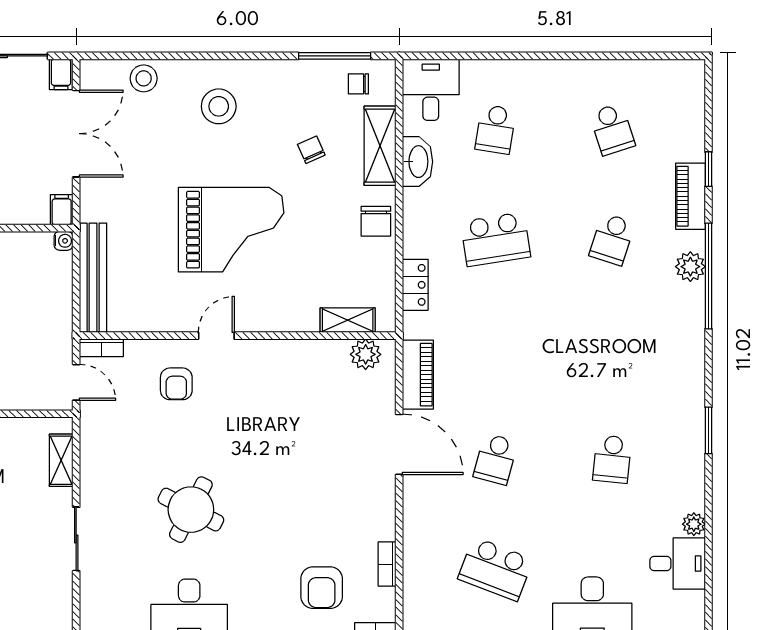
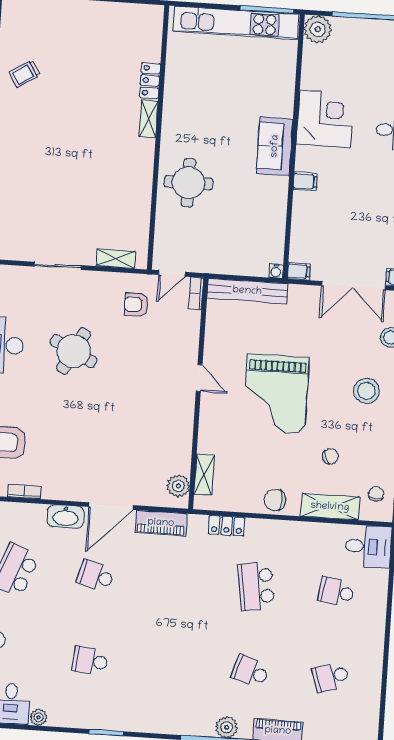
washbasin: (418, 162) -> (66, 517), moved
armchair: (176, 384) -> (136, 305), moved

